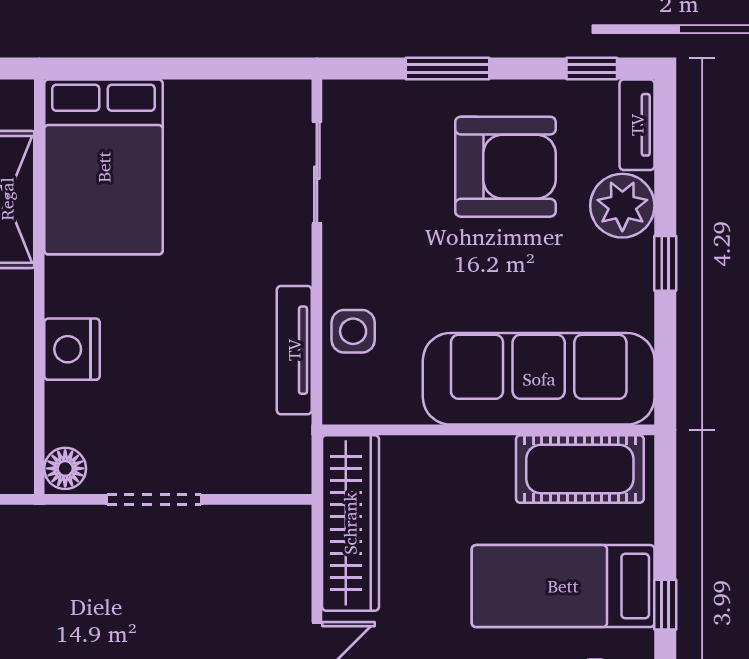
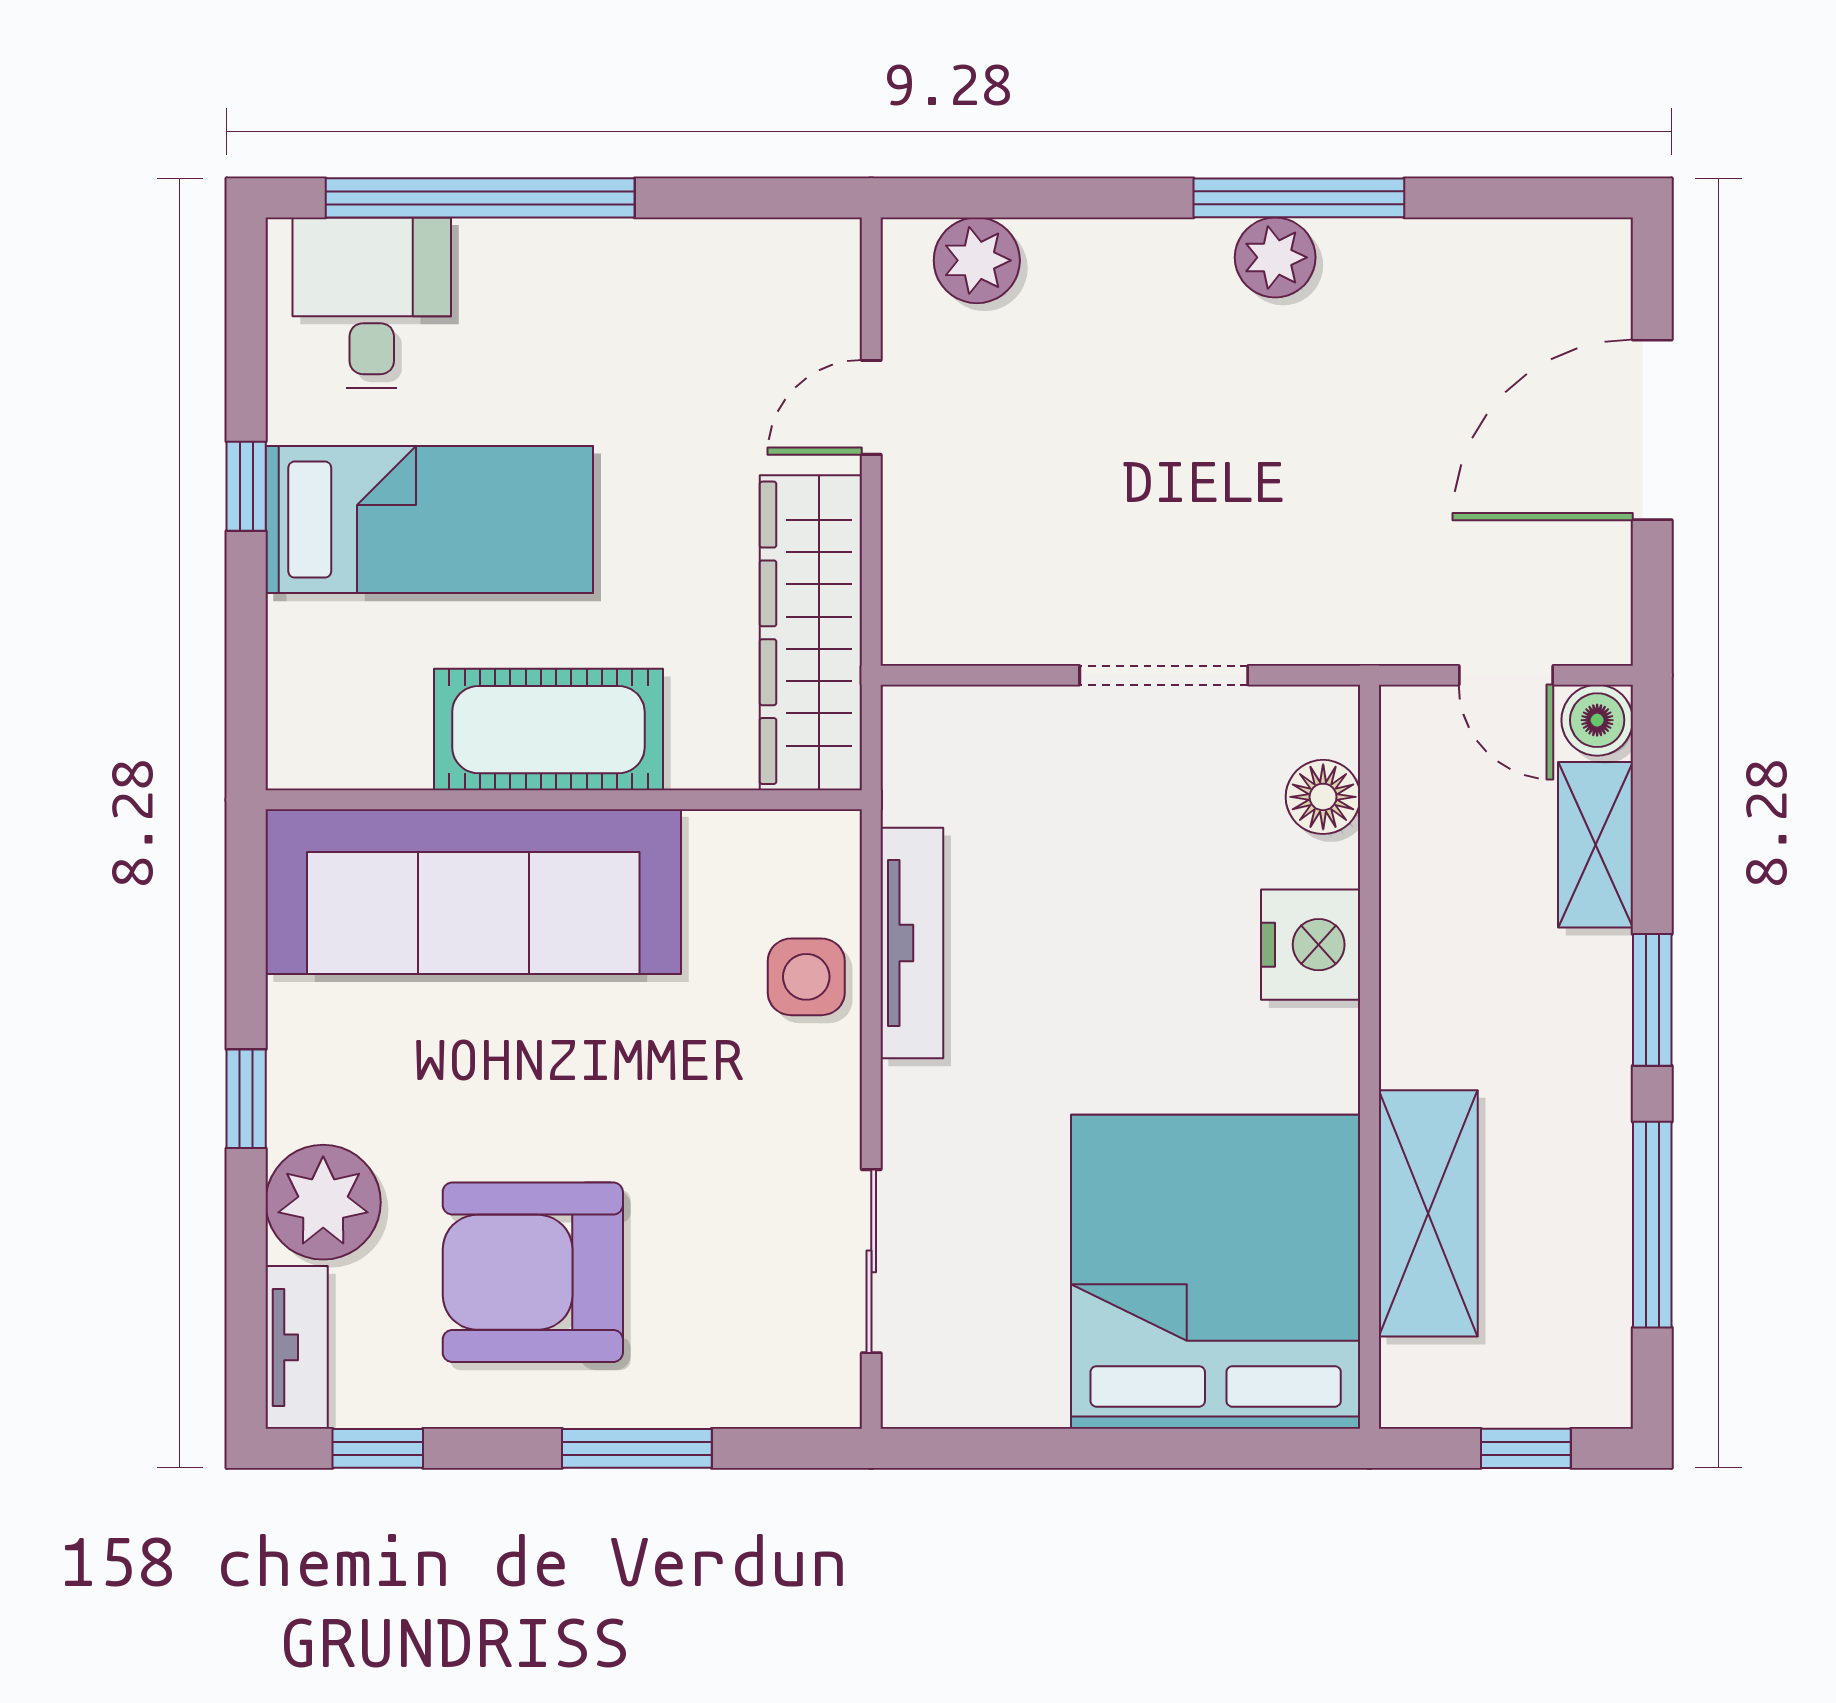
bed: (104, 167) -> (1216, 1272), width x1.36
floor lamp: (65, 468) -> (1323, 797), moved
cot: (580, 469) -> (548, 730), moved

